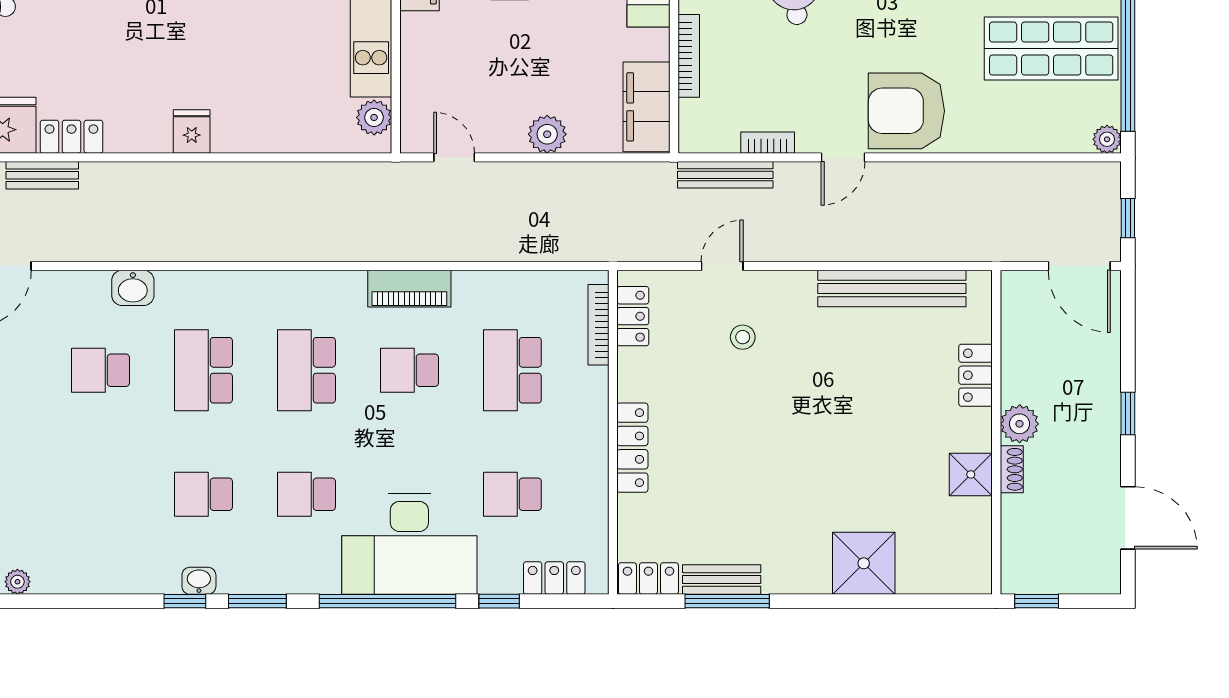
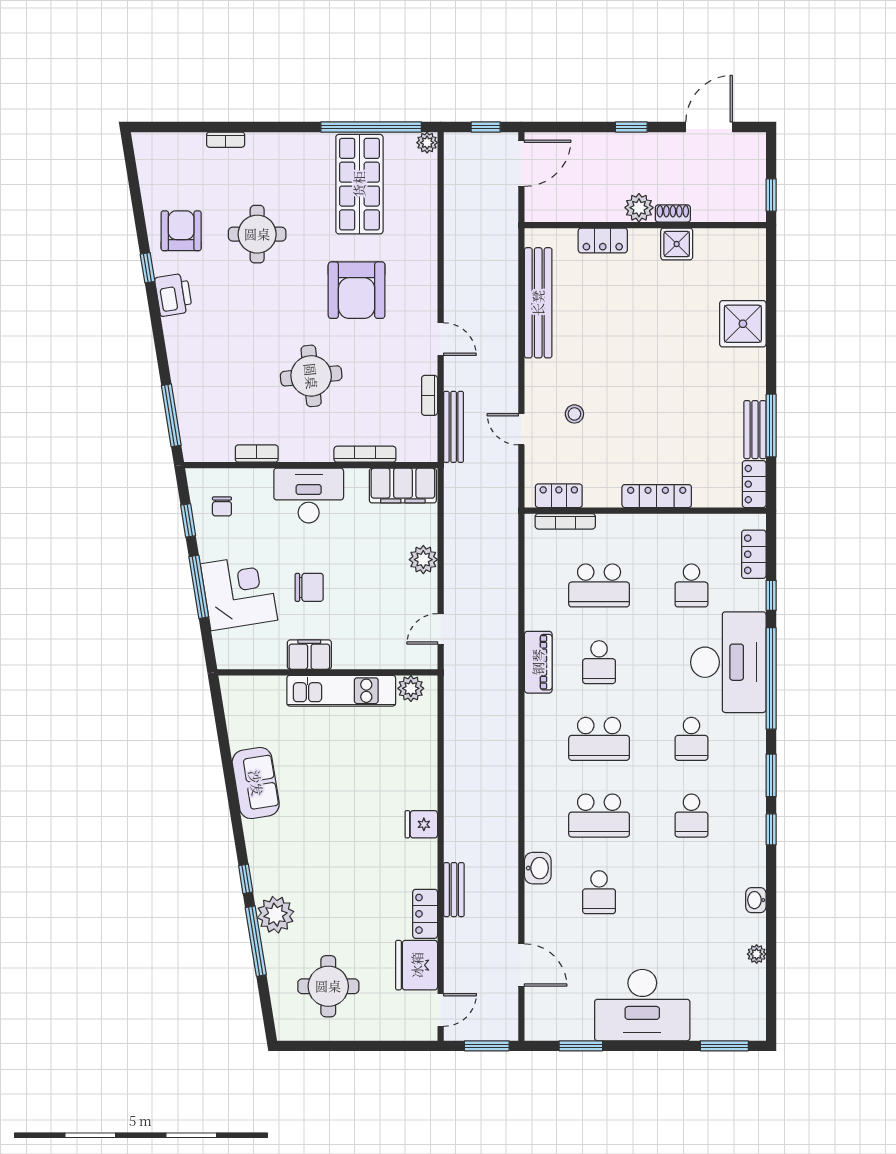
armchair: (906, 111) -> (357, 290), moved
bench: (42, 175) -> (454, 890), moved
washbasin: (199, 581) -> (756, 900), moved

